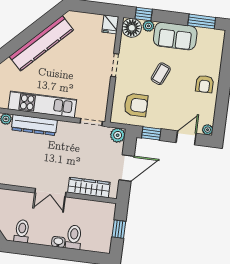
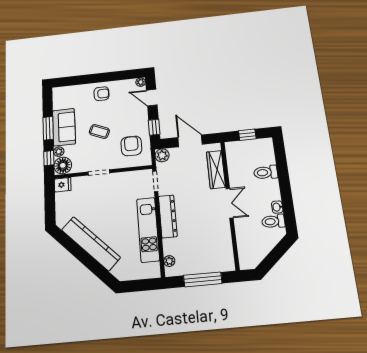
window: (202, 21) -> (48, 128), moved
dresser: (34, 125) -> (168, 216), moved
washbasin: (58, 242) -> (277, 207), moved

